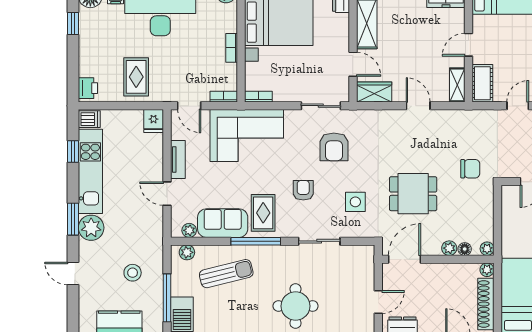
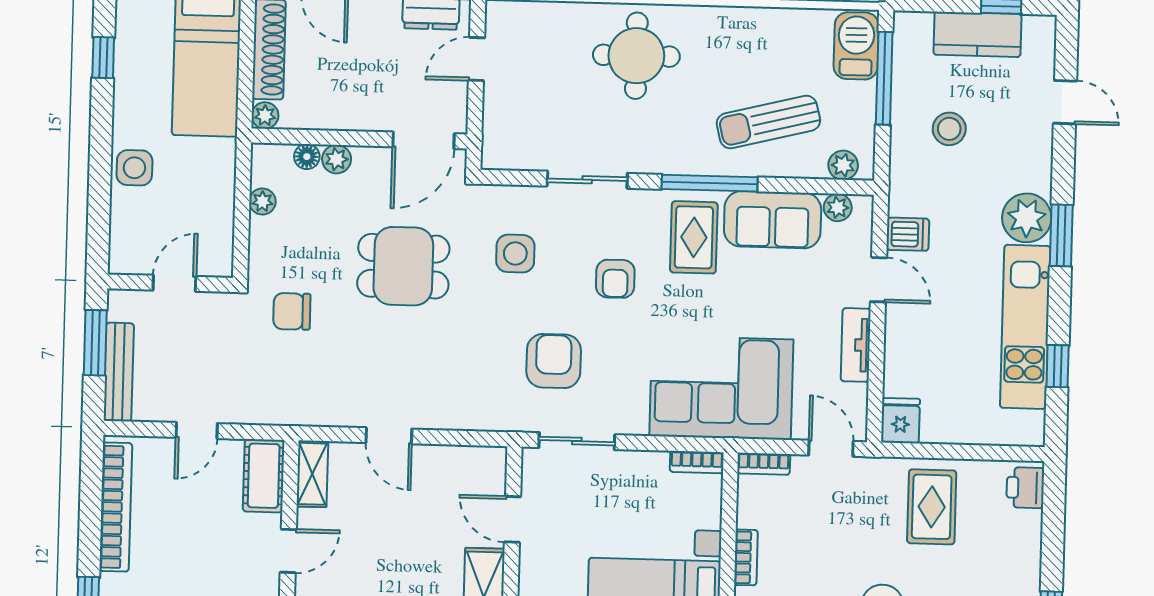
wardrobe: (374, 92) -> (473, 465), removed
dishwasher: (89, 119) -> (908, 234), moved, turned 180
plant: (487, 249) -> (262, 201), moved
door: (73, 274) -> (1065, 102), moved

